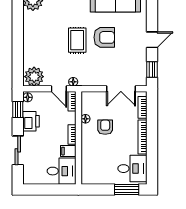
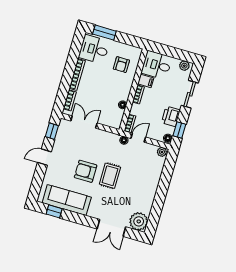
plant: (34, 77) -> (162, 152), width x0.53, depth x0.53
door: (59, 89) -> (138, 138), hinge flipped
armchair: (105, 127) -> (121, 65), moved
plant: (32, 179) -> (184, 66), added

